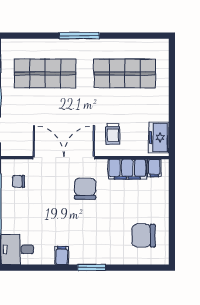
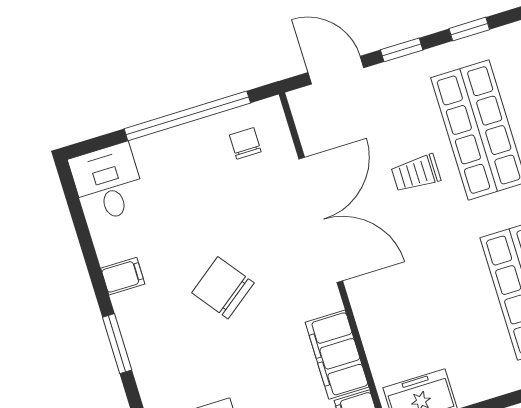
trolley: (113, 134) -> (416, 173), moved
chair: (85, 189) -> (223, 288), moved, turned -127

